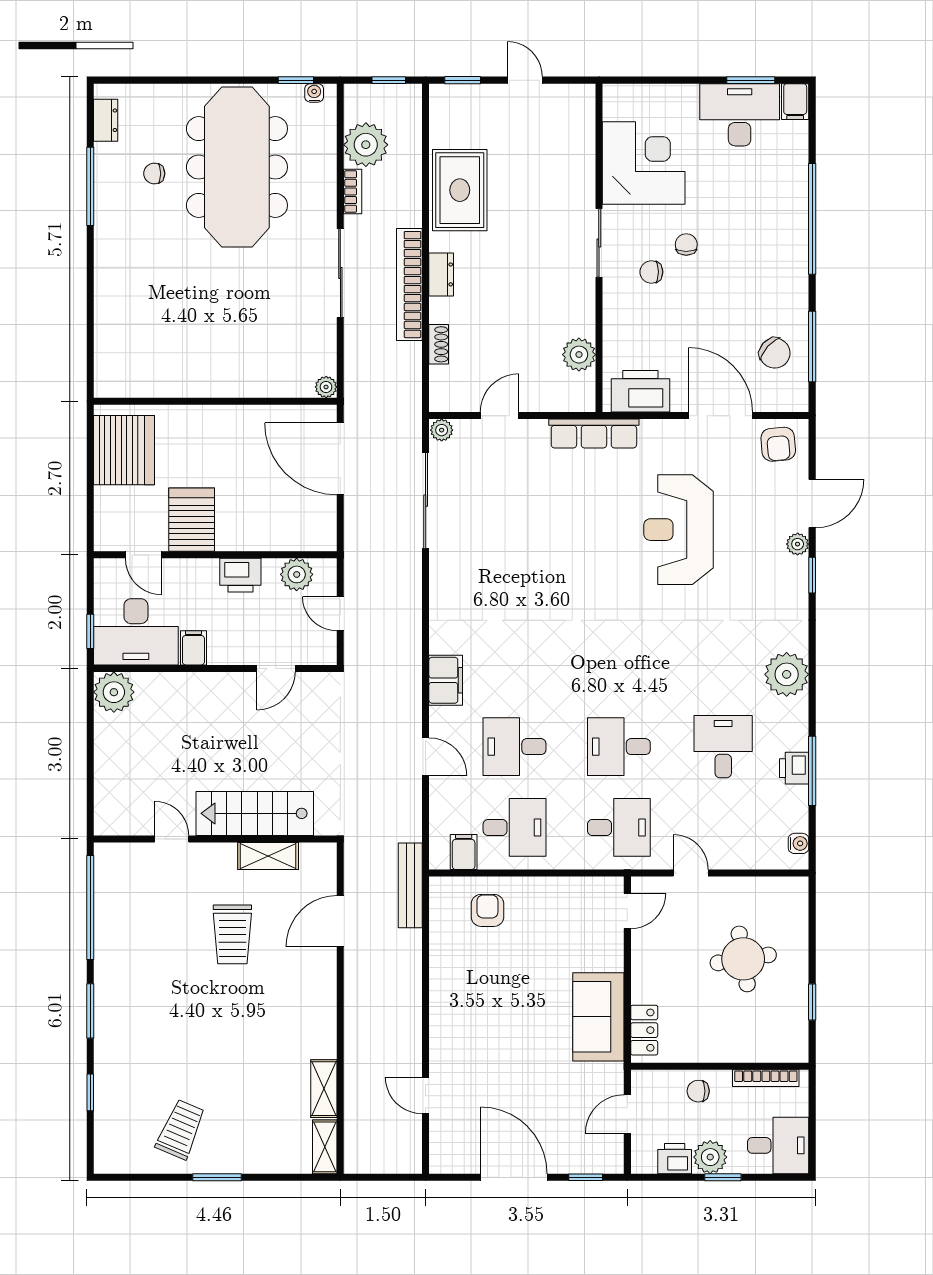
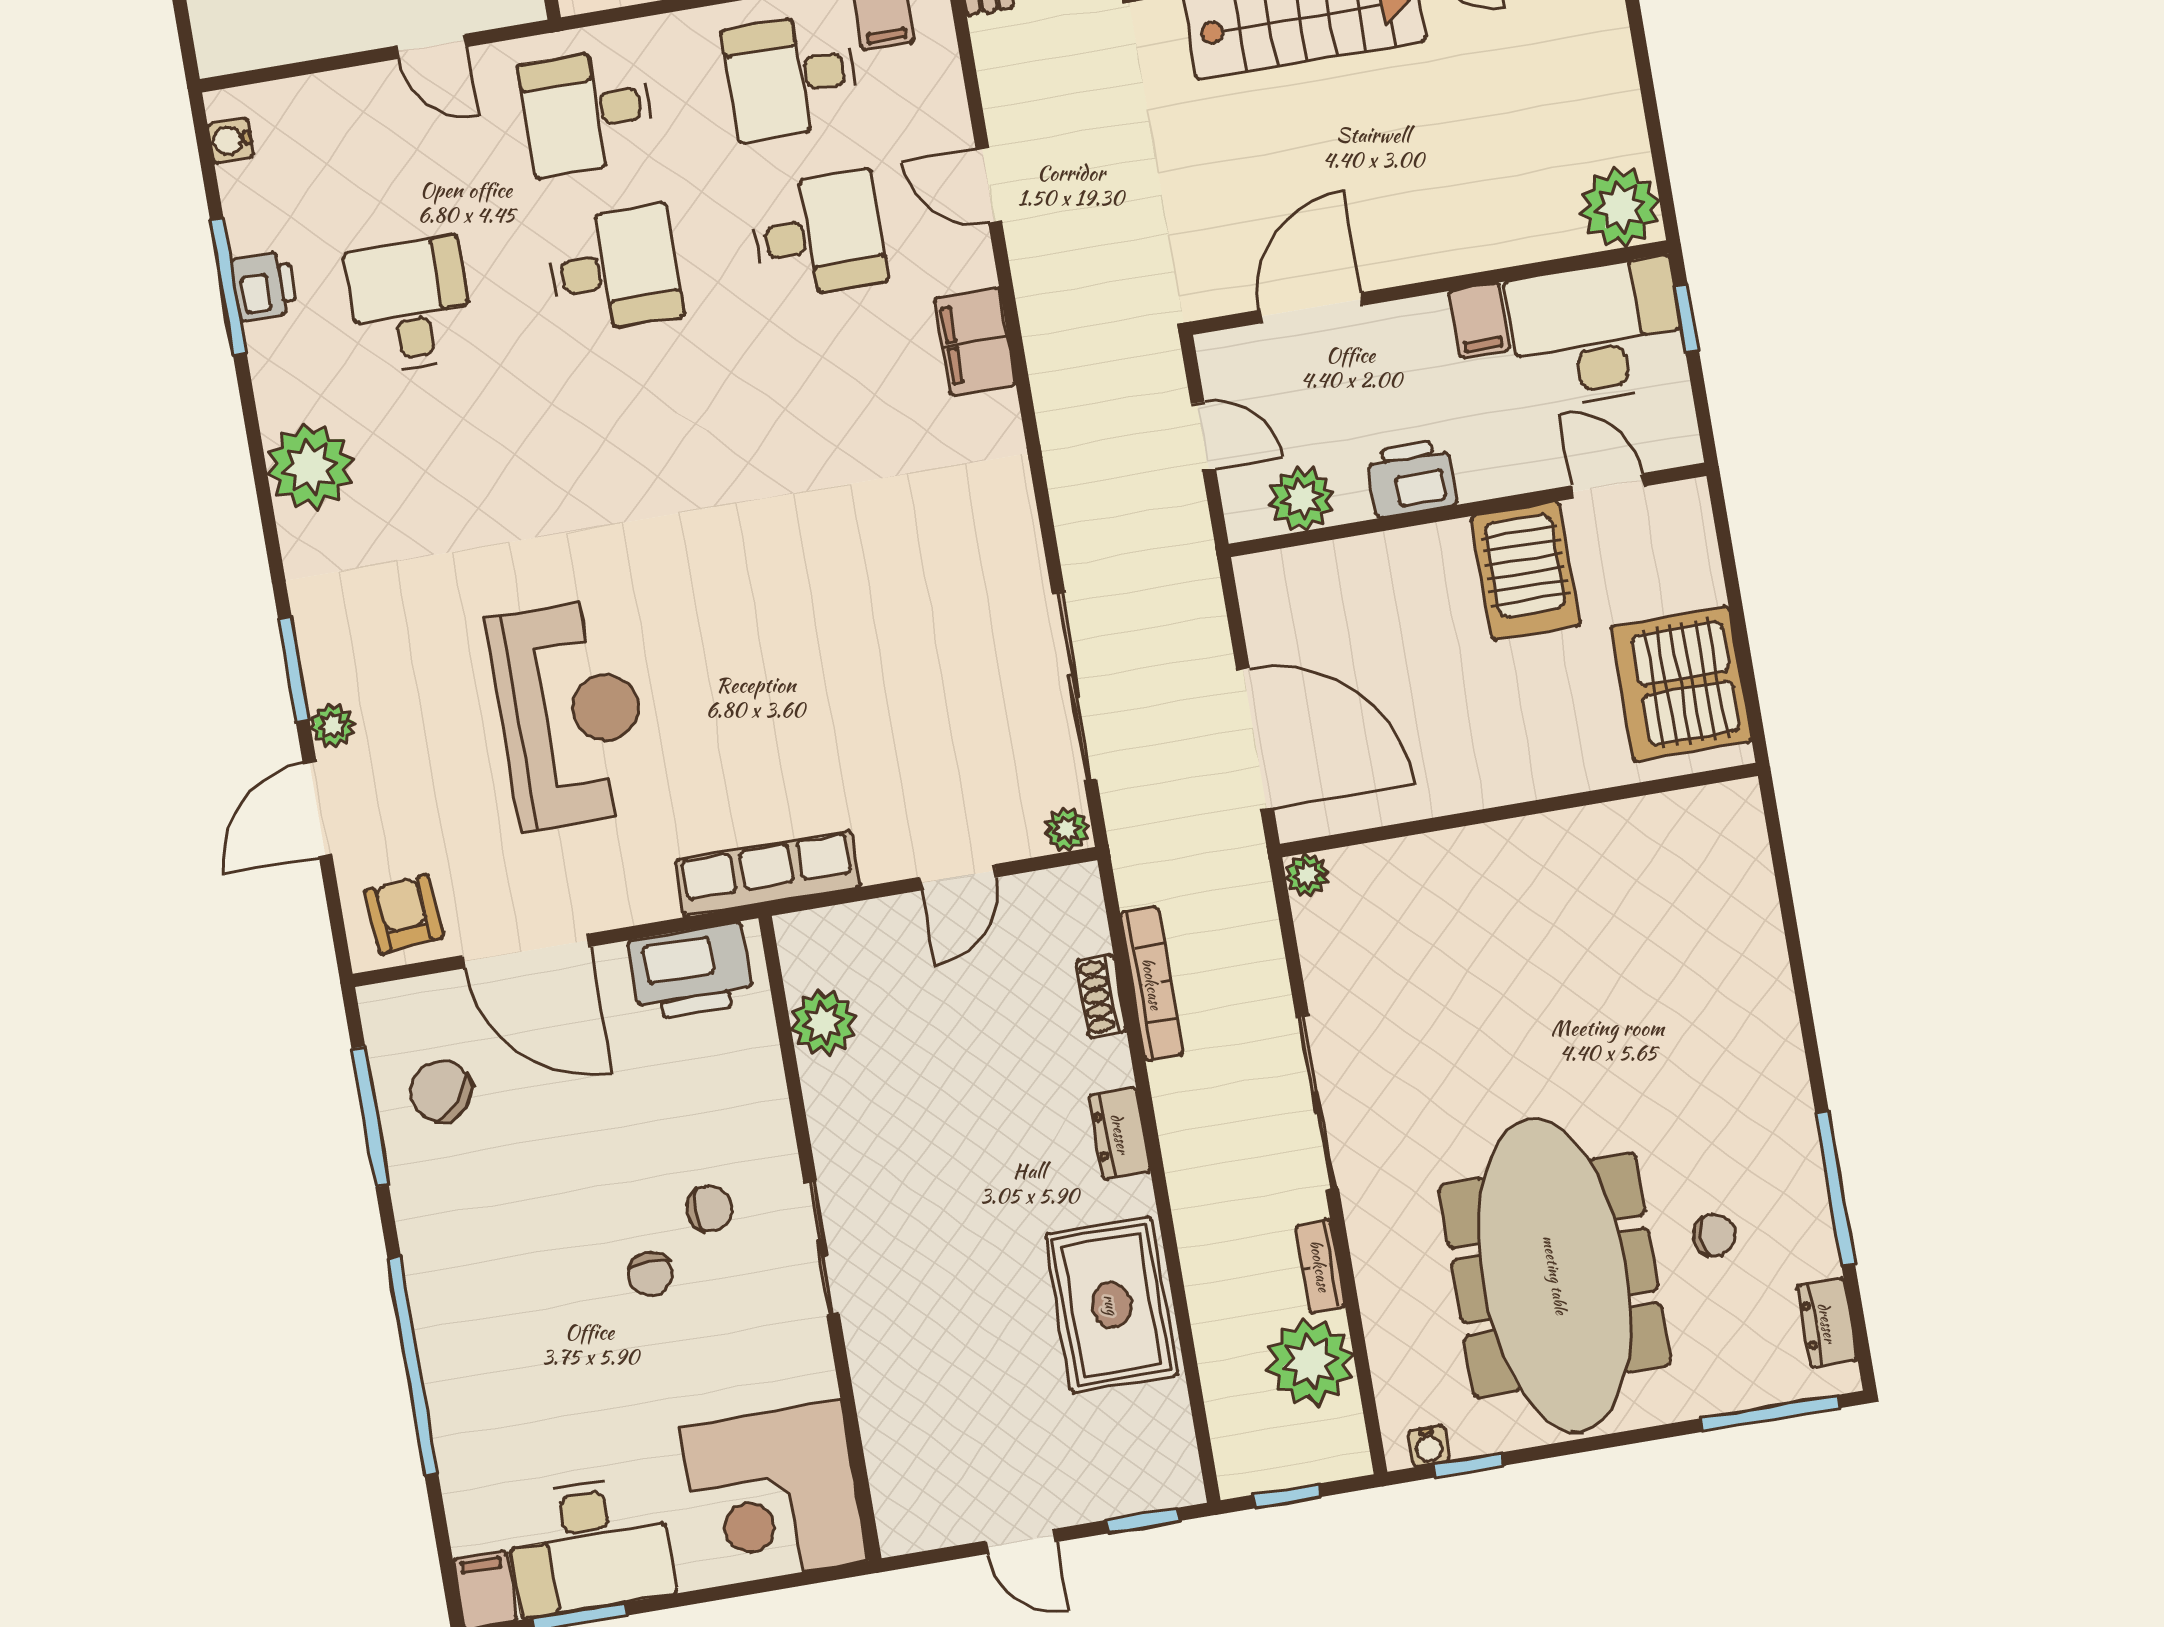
window: (141, 80) -> (1771, 1413), added
corner desk: (644, 163) -> (774, 1494), moved
bookcase: (409, 285) -> (1152, 984), moved, width x0.68, depth x0.76
window: (812, 575) -> (294, 669), width x1.50
door: (276, 668) -> (1311, 308), width x1.38
desk: (723, 747) -> (410, 305), turned 180

